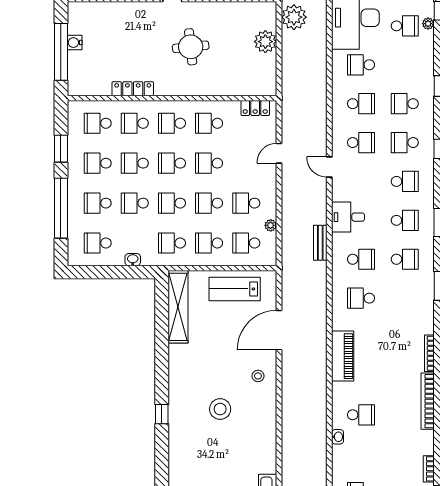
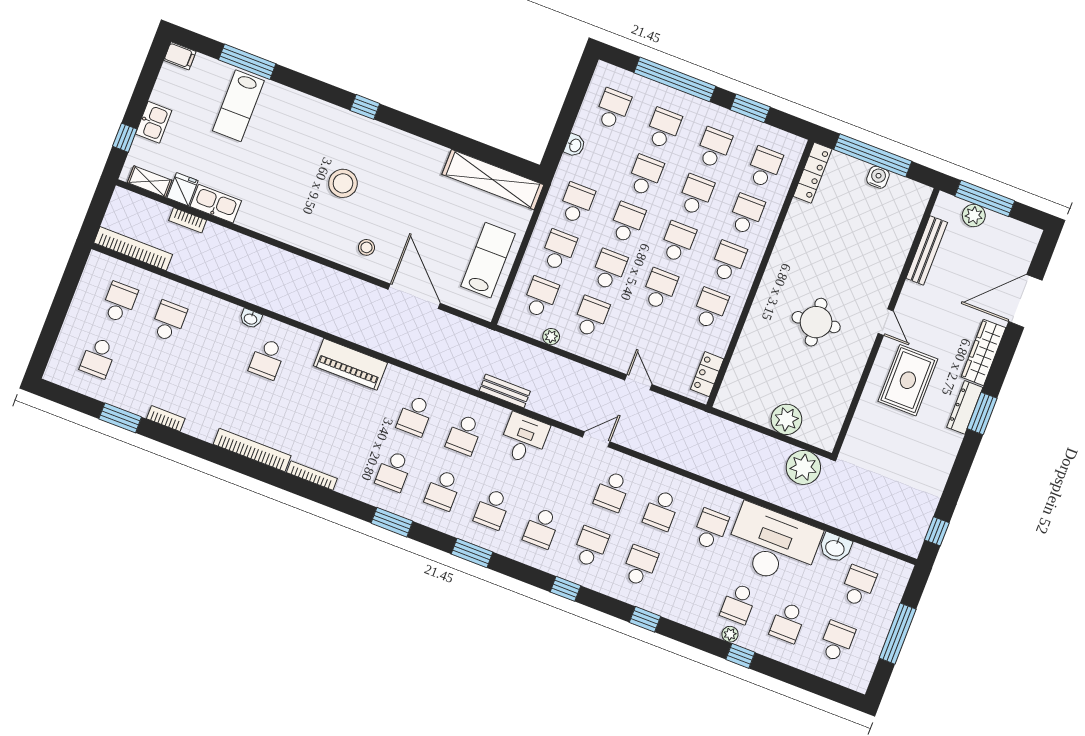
locker: (133, 89) -> (813, 173), moved
school desk: (361, 298) -> (415, 416), turned 180
school desk: (405, 298) -> (394, 471), added

